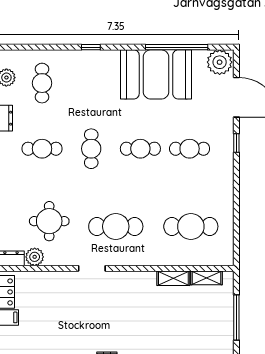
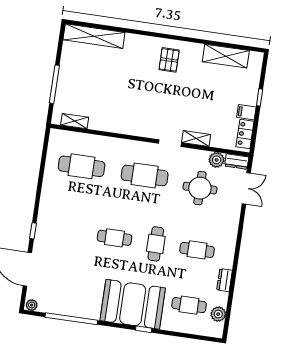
plant: (220, 62) -> (32, 305), width x0.53, depth x0.53
booth: (156, 74) -> (133, 304), moved
cafe table: (42, 83) -> (189, 305), turned 90
cafe table: (190, 149) -> (73, 232), removed
shelving: (173, 278) -> (196, 139), moved

